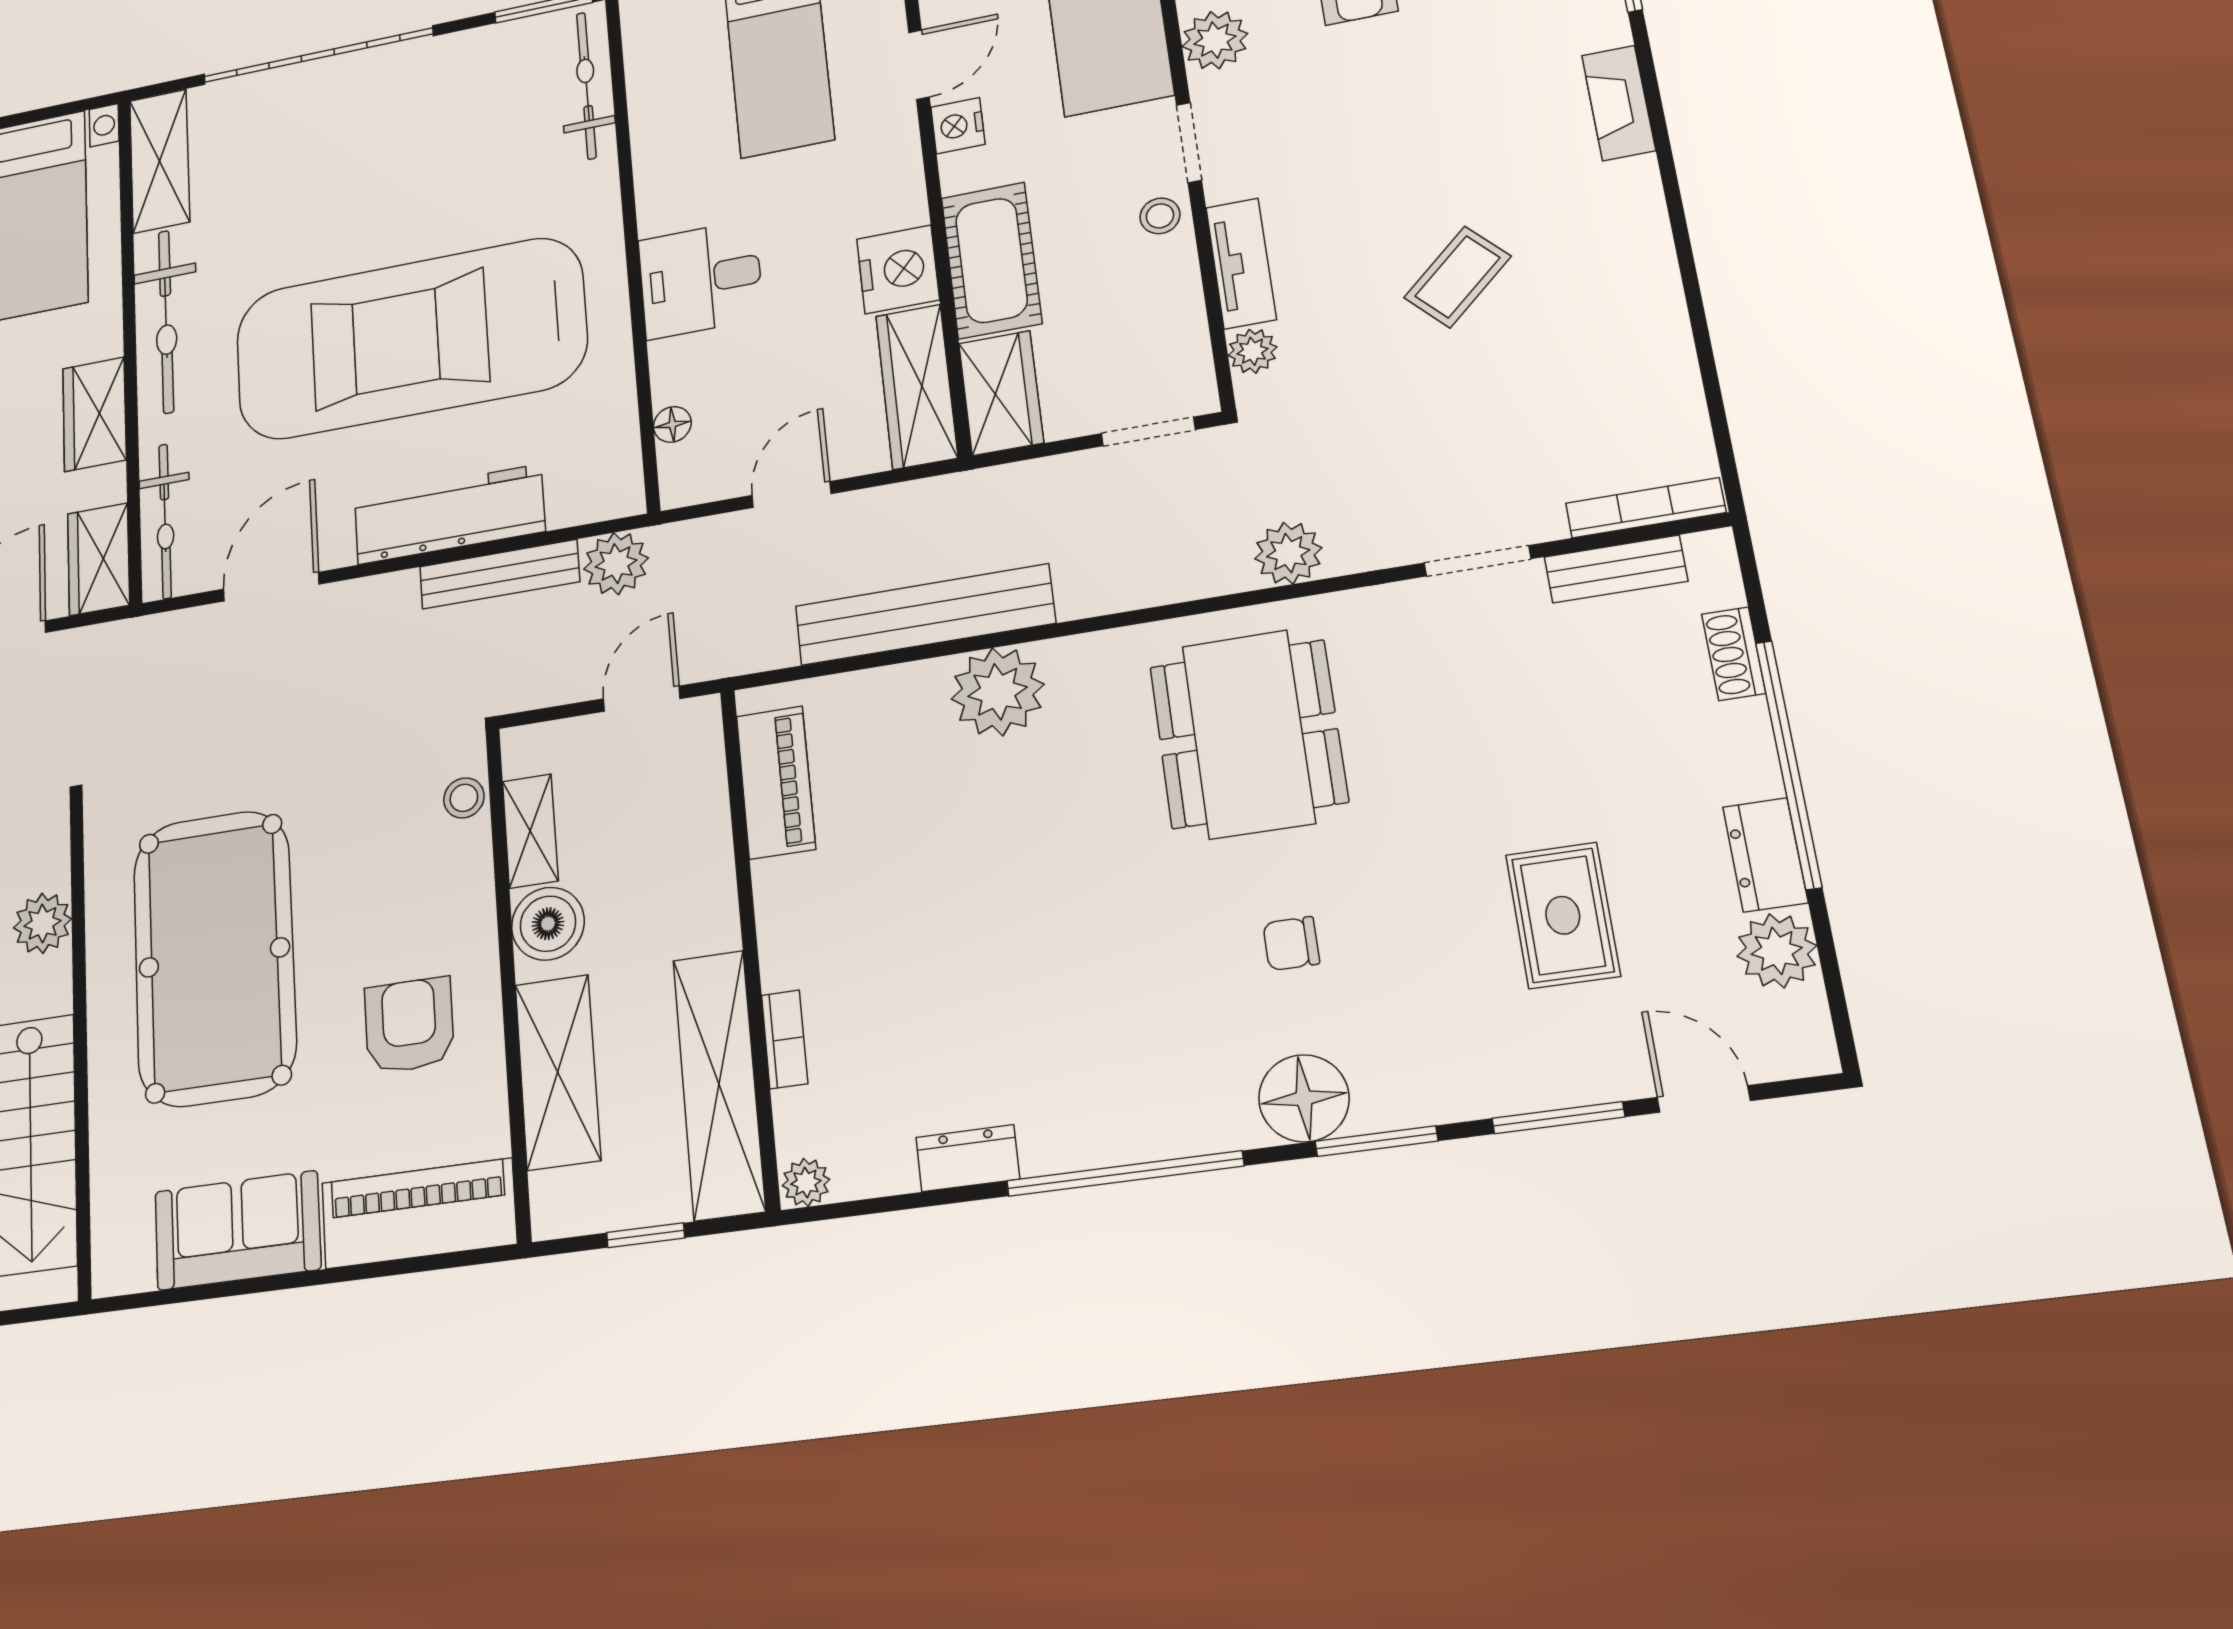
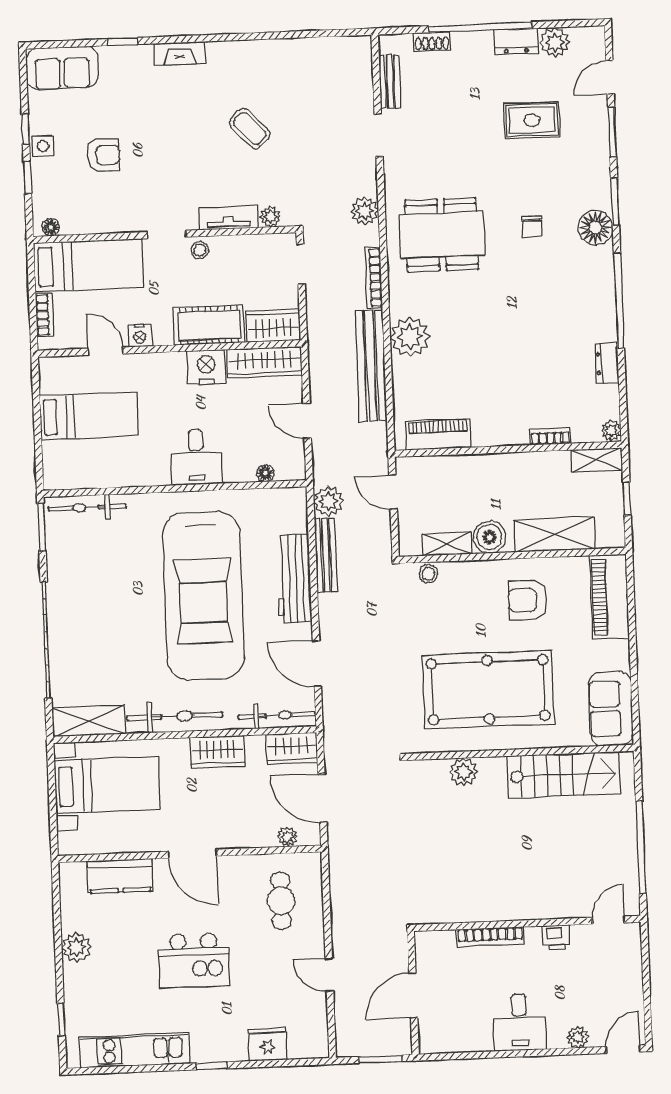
plant: (1215, 40) -> (118, 219), removed
bookcase: (1646, 508) -> (373, 278), moved
shelving: (719, 1084) -> (597, 460), width x0.45, depth x0.75
sofa: (238, 1230) -> (611, 709), moved

